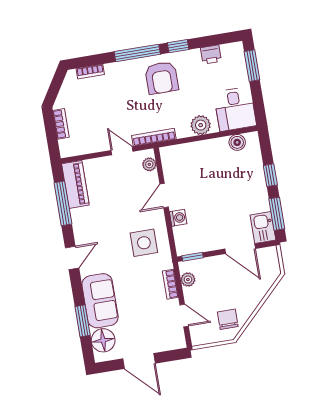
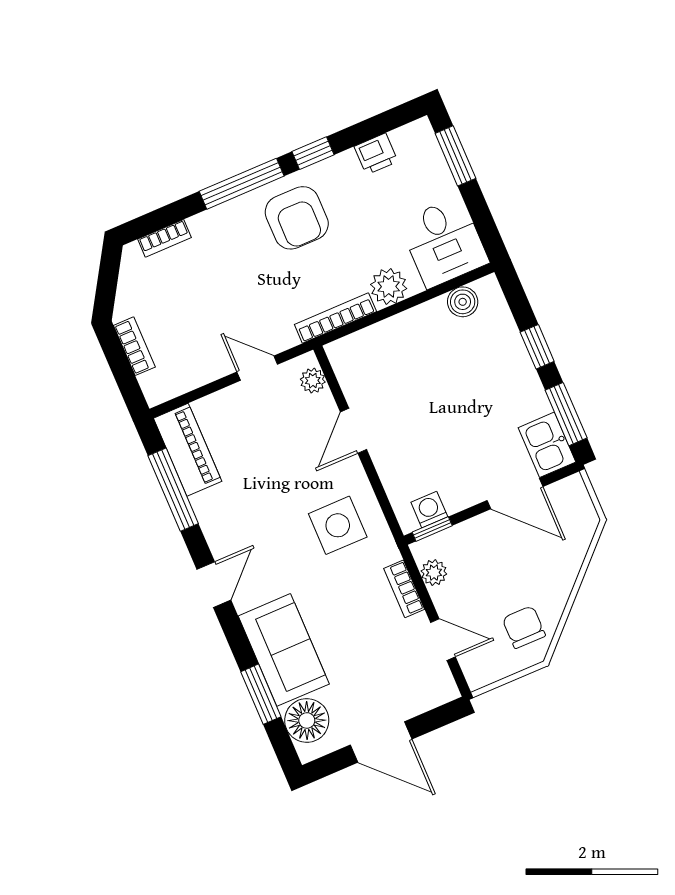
bookcase: (154, 137) -> (335, 318), moved
washing machine: (178, 218) -> (429, 510), moved, turned -90

